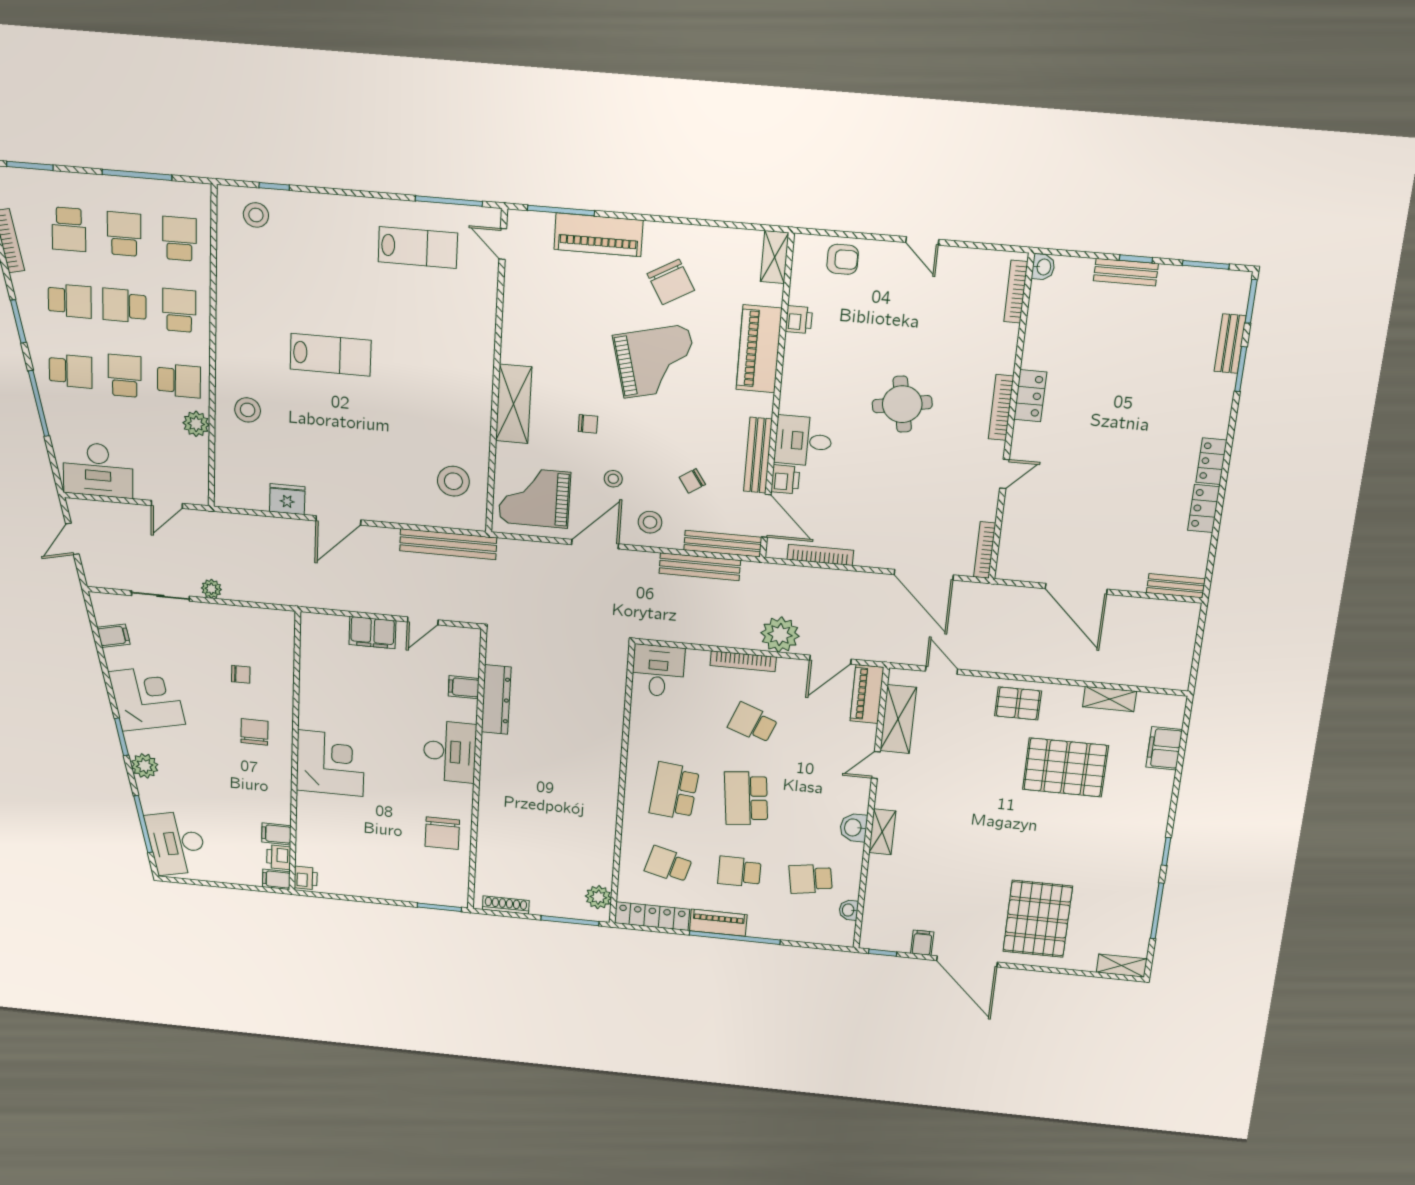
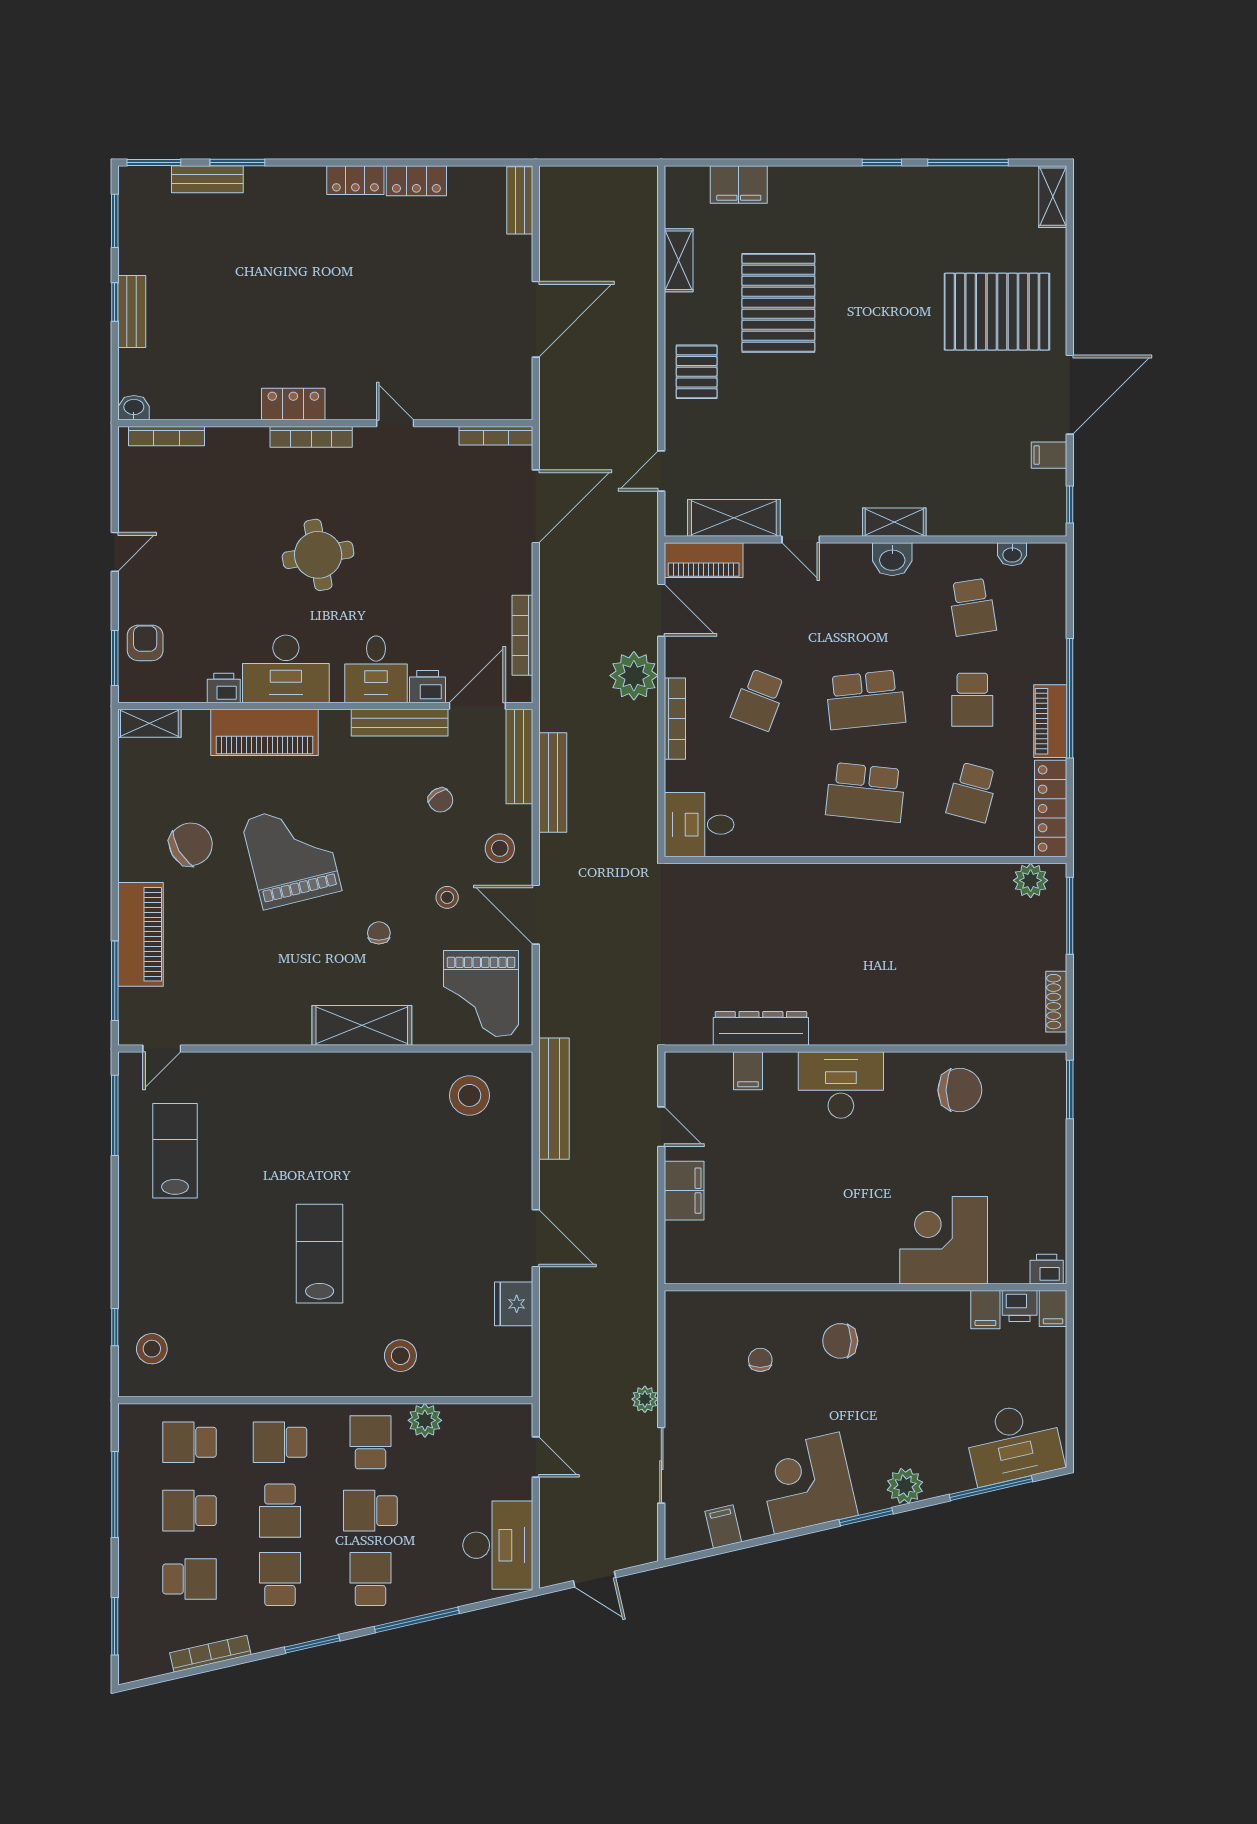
window: (832, 233) -> (115, 658), added
desk: (810, 370) -> (286, 669), added
corner desk: (330, 763) -> (944, 1240), moved

